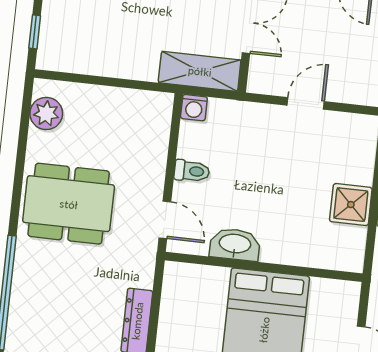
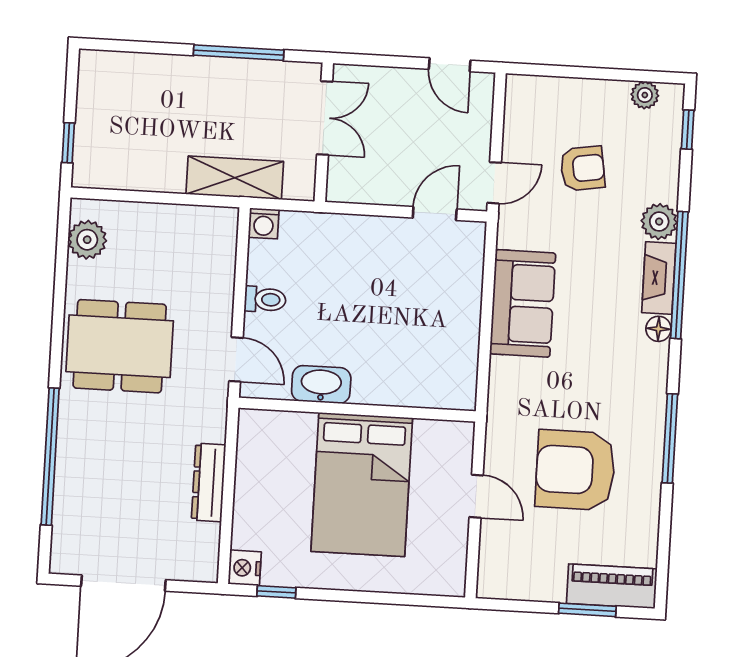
shelving: (200, 71) -> (235, 178), moved
door: (306, 103) -> (435, 213), moved
shower: (351, 205) -> (457, 330), removed

